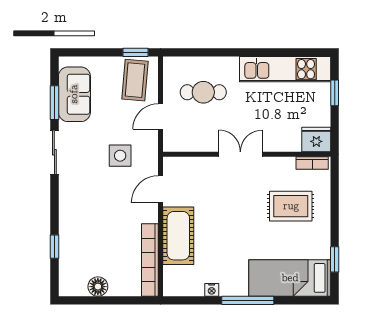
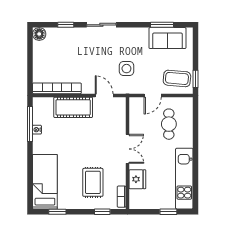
door: (160, 116) -> (153, 95), swing flipped
fridge: (316, 139) -> (137, 179), moved
sliding door: (54, 152) -> (101, 25), moved
window: (335, 192) -> (102, 212), added
floor lamp: (98, 287) -> (39, 34), moved
window: (248, 300) -> (30, 124), moved

